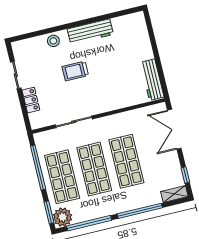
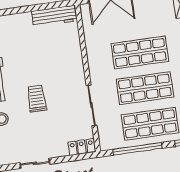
trolley: (75, 71) -> (37, 98), turned 180
locker: (31, 100) -> (82, 147), moved

